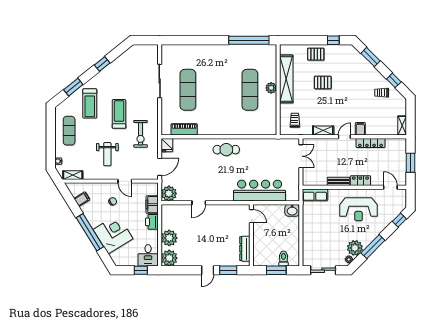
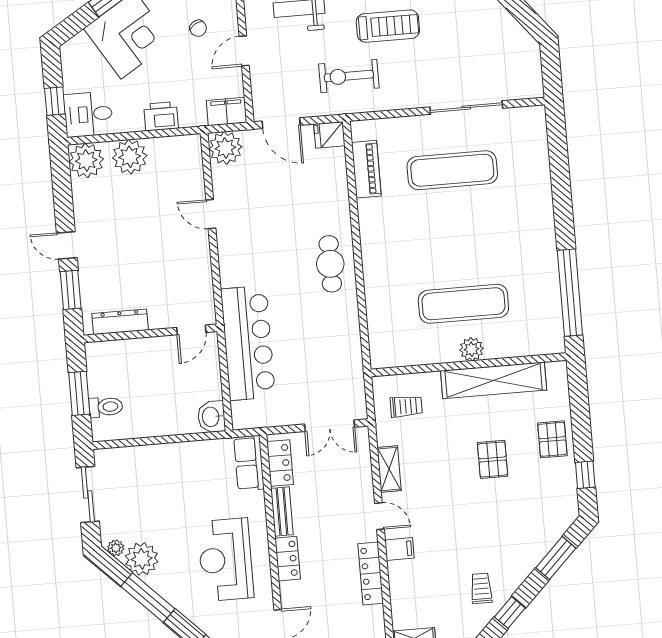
locker: (316, 180) -> (280, 463), added
filing cabinet: (152, 205) -> (227, 112), moved

